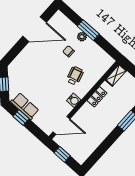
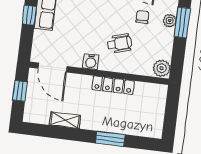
plant: (107, 61) -> (162, 68), added
shelving: (116, 75) -> (65, 120), moved
locker: (97, 97) -> (113, 85), width x1.53

